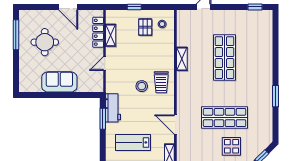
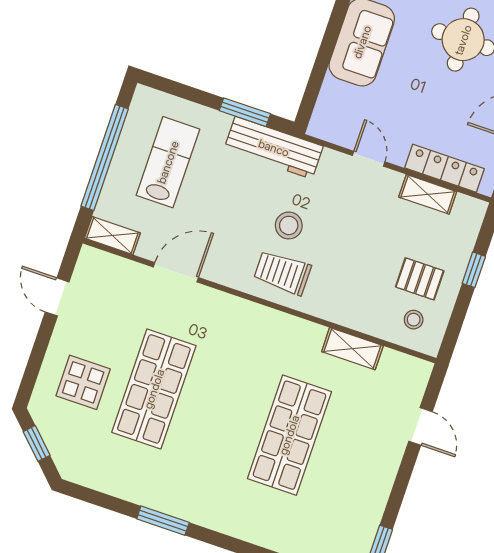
shop shelf: (225, 58) -> (289, 435), turned 90
shelving: (182, 59) -> (352, 349), moved
workbench: (113, 108) -> (274, 148), width x1.37

